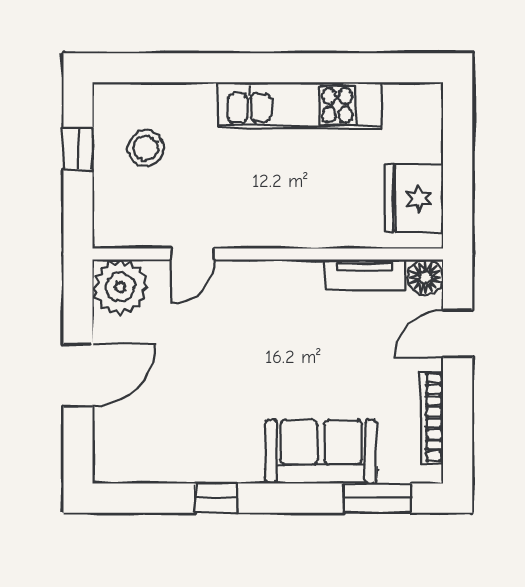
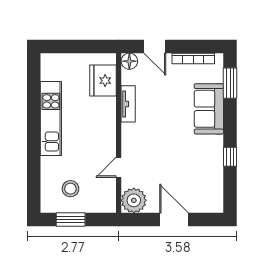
window: (78, 148) -> (71, 220), width x1.50
fridge: (414, 199) -> (103, 81), moved, turned 90
door: (193, 254) -> (119, 167), swing flipped
tv unit: (365, 275) -> (128, 104), moved

